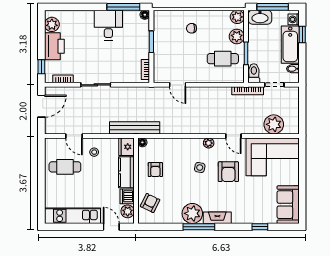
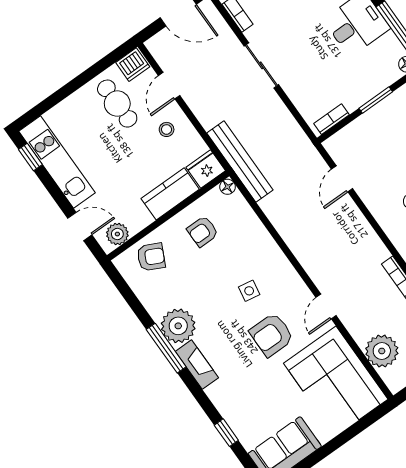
plant: (209, 143) -> (292, 279), removed
dishwasher: (127, 196) -> (133, 65), moved, turned 180
window: (61, 227) -> (30, 157), added
door: (111, 227) -> (80, 227), hinge flipped

